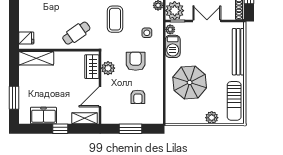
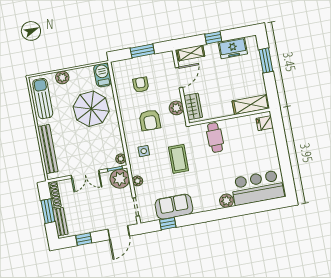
cafe table: (76, 33) -> (215, 138), turned -56
barbecue: (173, 46) -> (103, 75), moved

